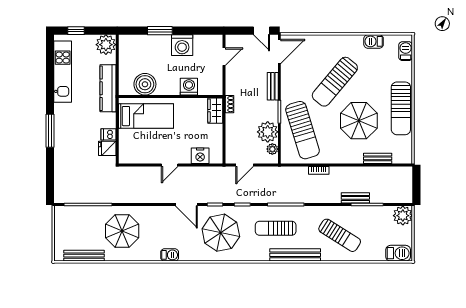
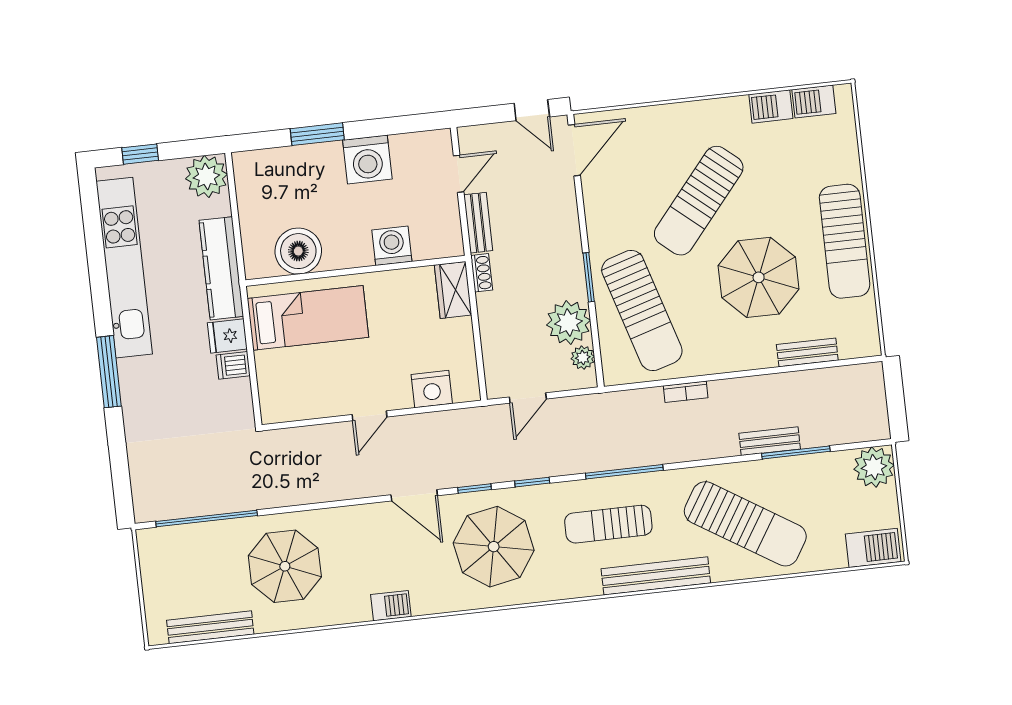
barbecue: (406, 51) -> (814, 102), moved, turned -90
kitchen unit: (63, 72) -> (124, 268), width x1.36
bench: (273, 86) -> (478, 223), moved
fridge: (107, 148) -> (227, 336), moved
sun lounger: (340, 235) -> (745, 524), width x1.36, depth x1.34

